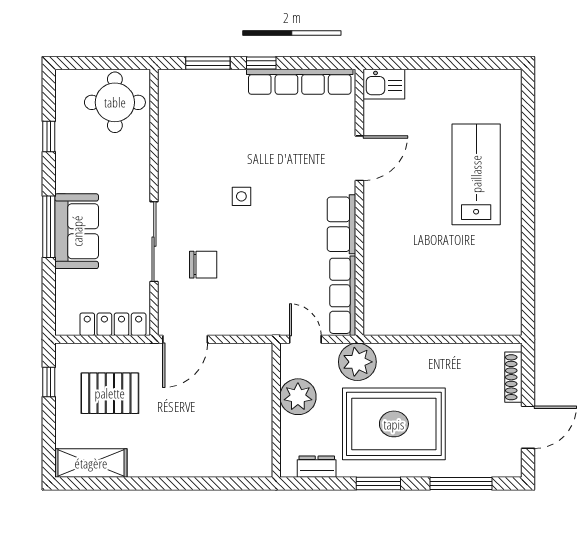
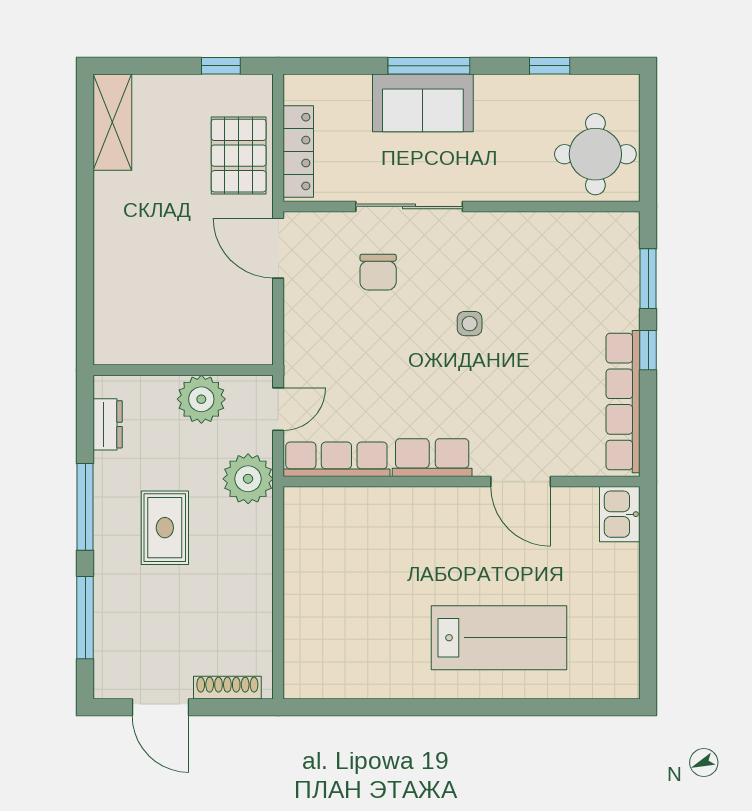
pallet: (110, 393) -> (239, 156), moved
rug: (394, 424) -> (165, 528), width x0.54, depth x0.49
window: (378, 484) -> (85, 507), width x1.44

